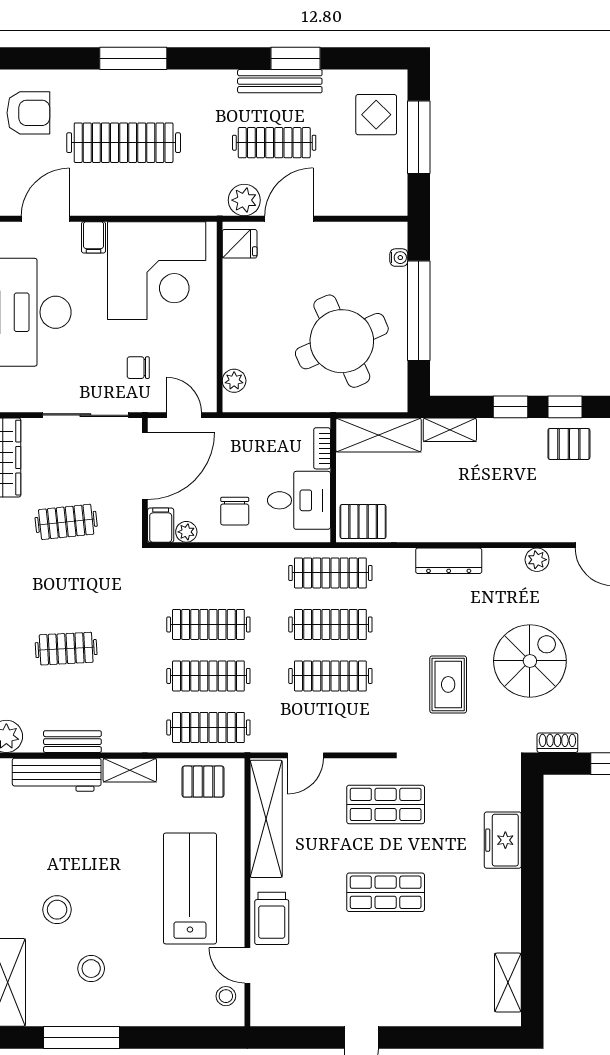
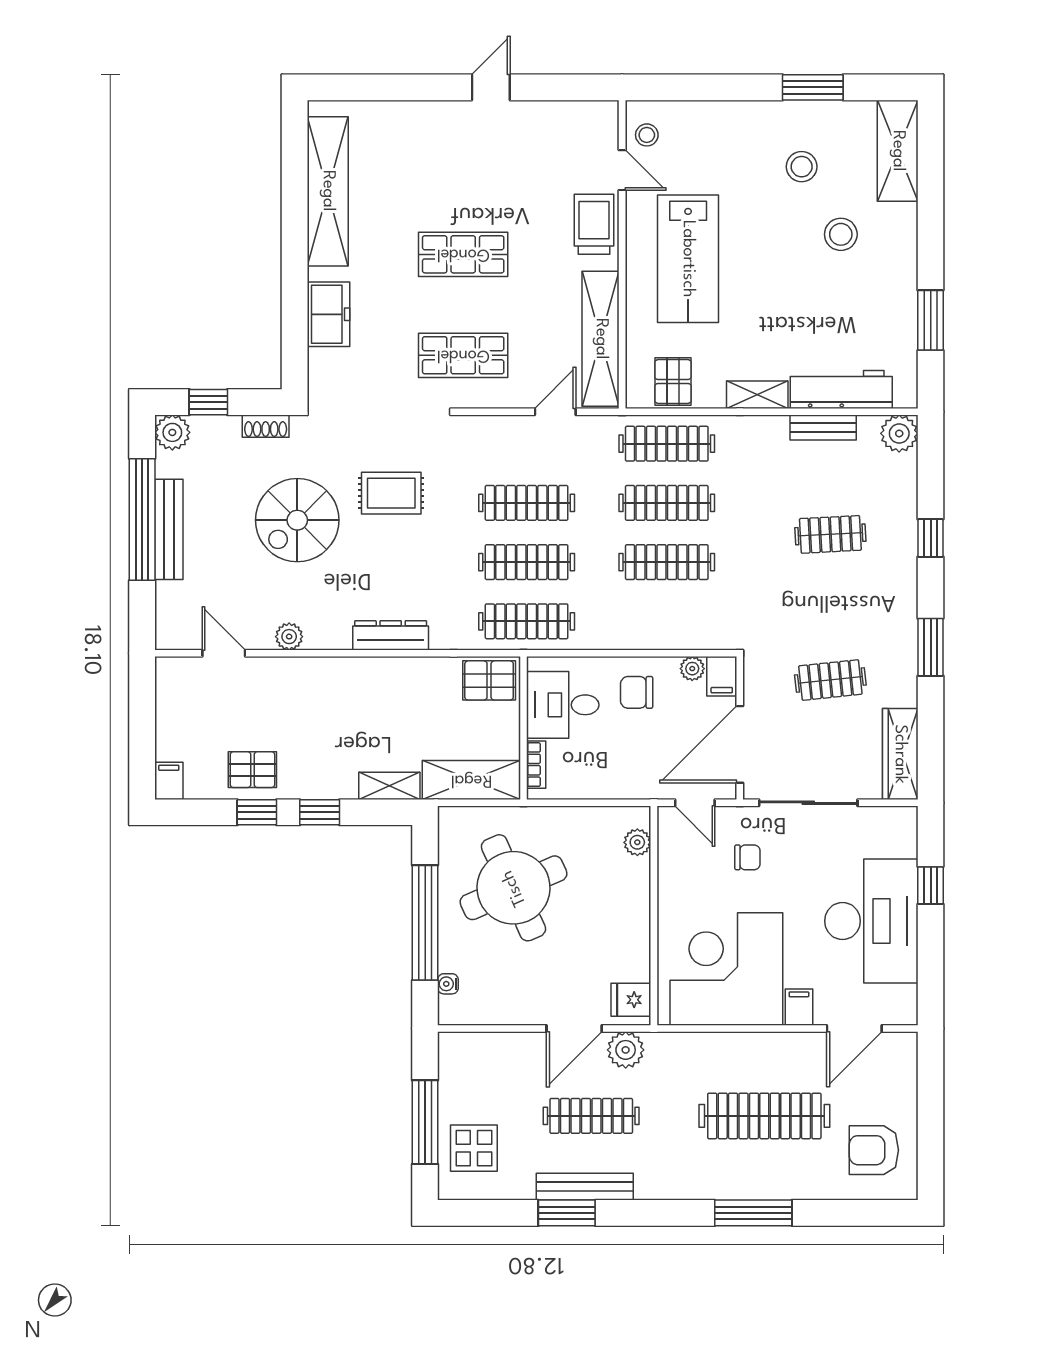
chair: (235, 511) -> (637, 692), turned -90
rug: (448, 684) -> (391, 493), turned 90
pallet: (203, 782) -> (673, 381), turned 90
shelving: (508, 983) -> (328, 191), width x2.20, depth x1.33
window: (82, 1037) -> (813, 87), width x0.69

